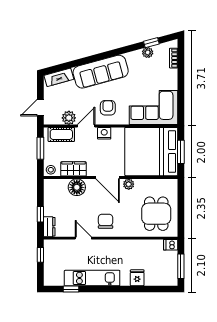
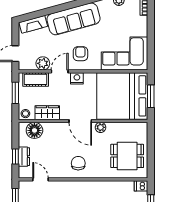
floor lamp: (77, 187) -> (34, 130), moved
dining table: (156, 214) -> (127, 156), turned 90
dresser: (49, 227) -> (24, 157), moved
door: (83, 238) -> (40, 179), moved

